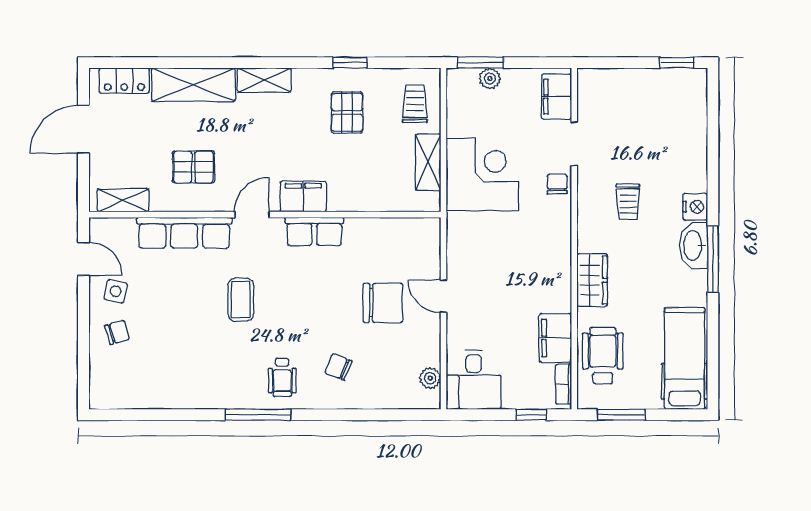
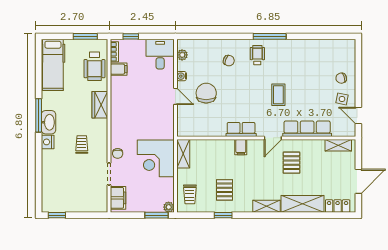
plant: (490, 78) -> (169, 207), moved
shelving: (428, 162) -> (183, 154), moved
pallet: (193, 167) -> (291, 163), moved, turned 90
filing cabinet: (303, 197) -> (241, 147), width x0.50
chair: (383, 303) -> (206, 93), turned 90
water cooler: (431, 336) -> (182, 76), added
filing cabinet: (555, 338) -> (119, 69), width x0.50

